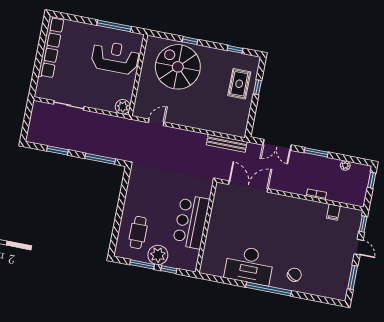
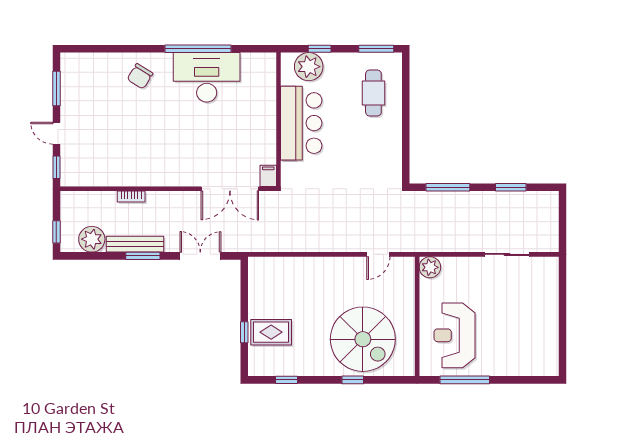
row of seats: (51, 47) -> (548, 332), removed
reception desk: (115, 57) -> (455, 335), turned 90
rug: (239, 84) -> (271, 332), turned 90
bench: (227, 143) -> (135, 244), moved
plant: (345, 166) -> (92, 239), width x1.87, depth x1.87
filing cabinet: (333, 212) -> (268, 176), moved
plant: (158, 255) -> (309, 67), moved
window: (142, 264) -> (376, 49), moved
window: (269, 289) -> (198, 49), moved

